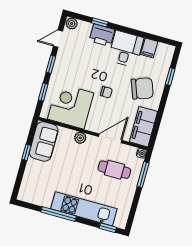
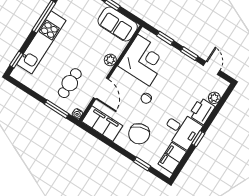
window: (100, 22) -> (198, 139), moved
plant: (72, 23) -> (214, 98), moved
filing cabinet: (149, 48) -> (172, 158), width x2.00

